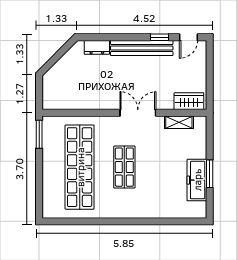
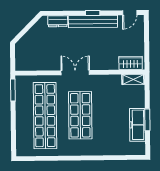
window: (159, 37) -> (93, 13), moved
double door: (138, 113) -> (75, 73), moved
shelving: (179, 122) -> (133, 79), moved
shop shelf: (124, 167) -> (80, 115), width x1.43, depth x1.36

